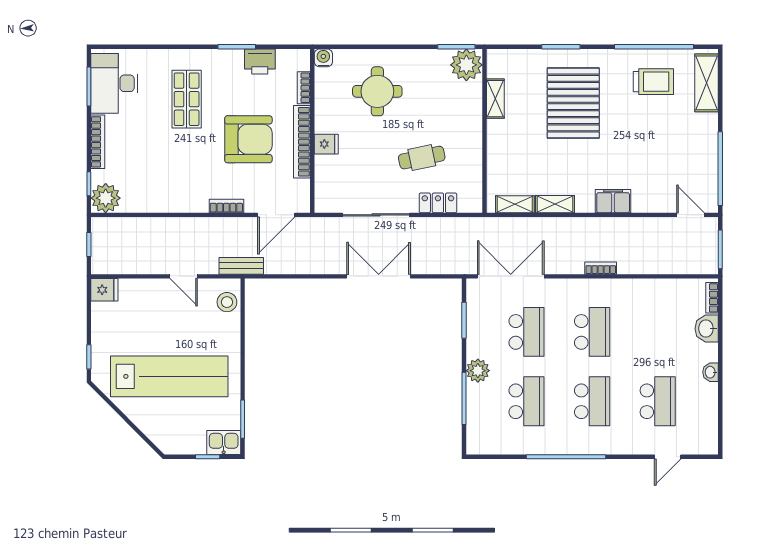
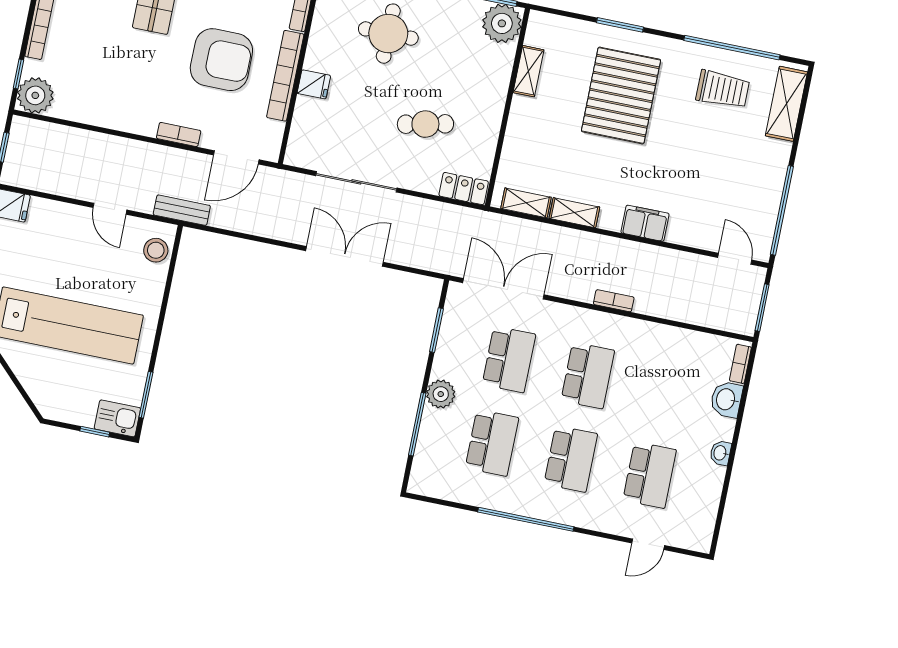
locker: (438, 203) -> (464, 189), moved

